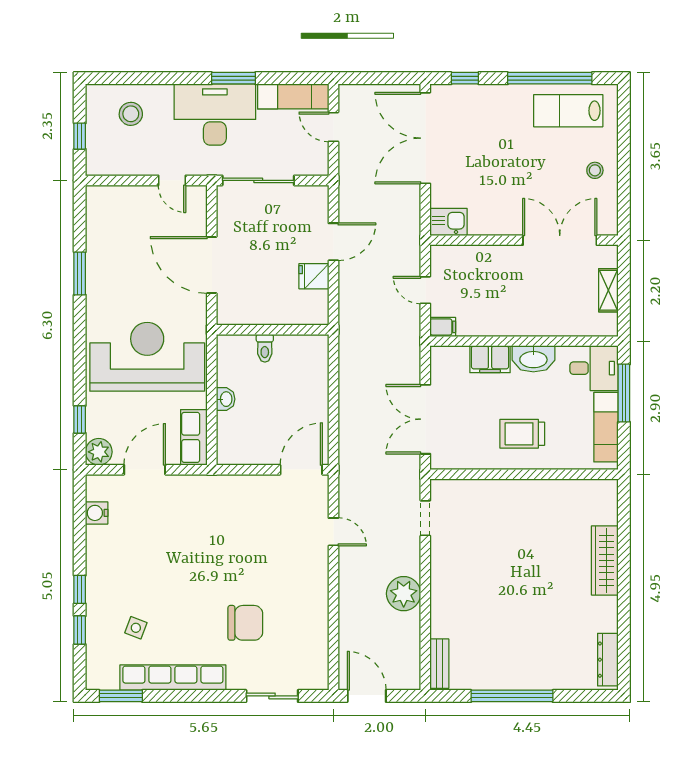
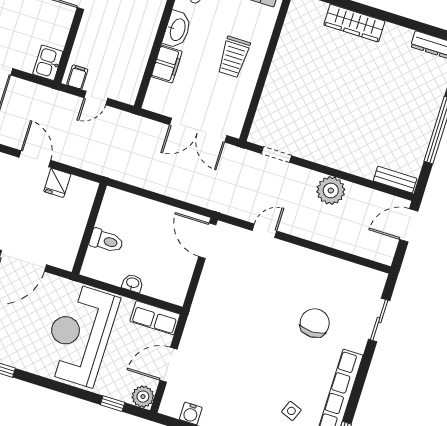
filing cabinet: (443, 327) -> (77, 77), moved
toilet: (265, 348) -> (106, 241), width x1.37, depth x1.39
door: (145, 470) -> (168, 365), hinge flipped
door: (367, 696) -> (409, 225), moved

